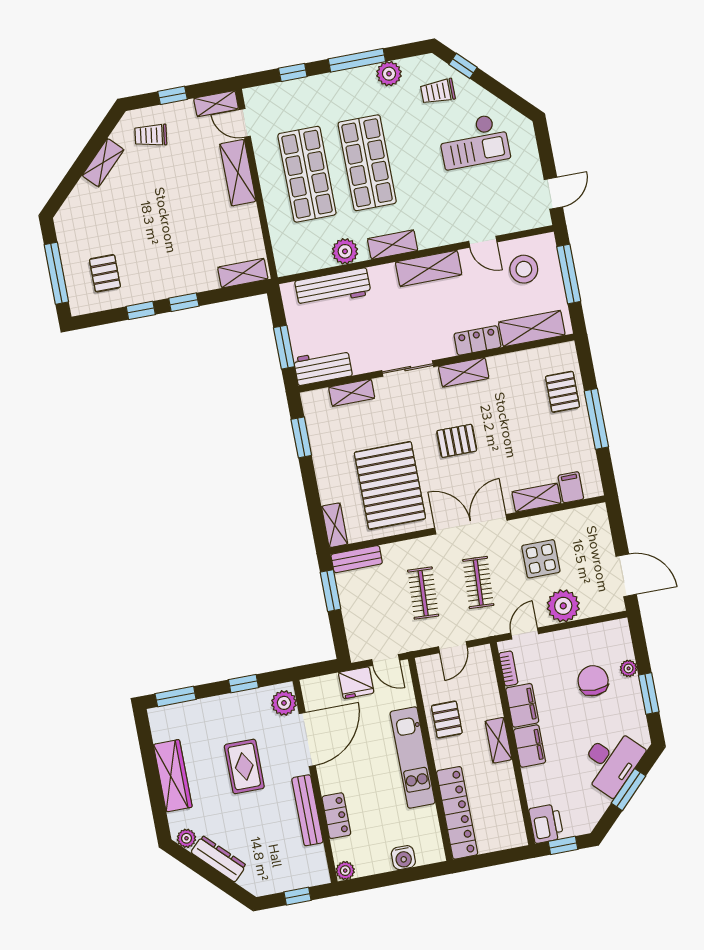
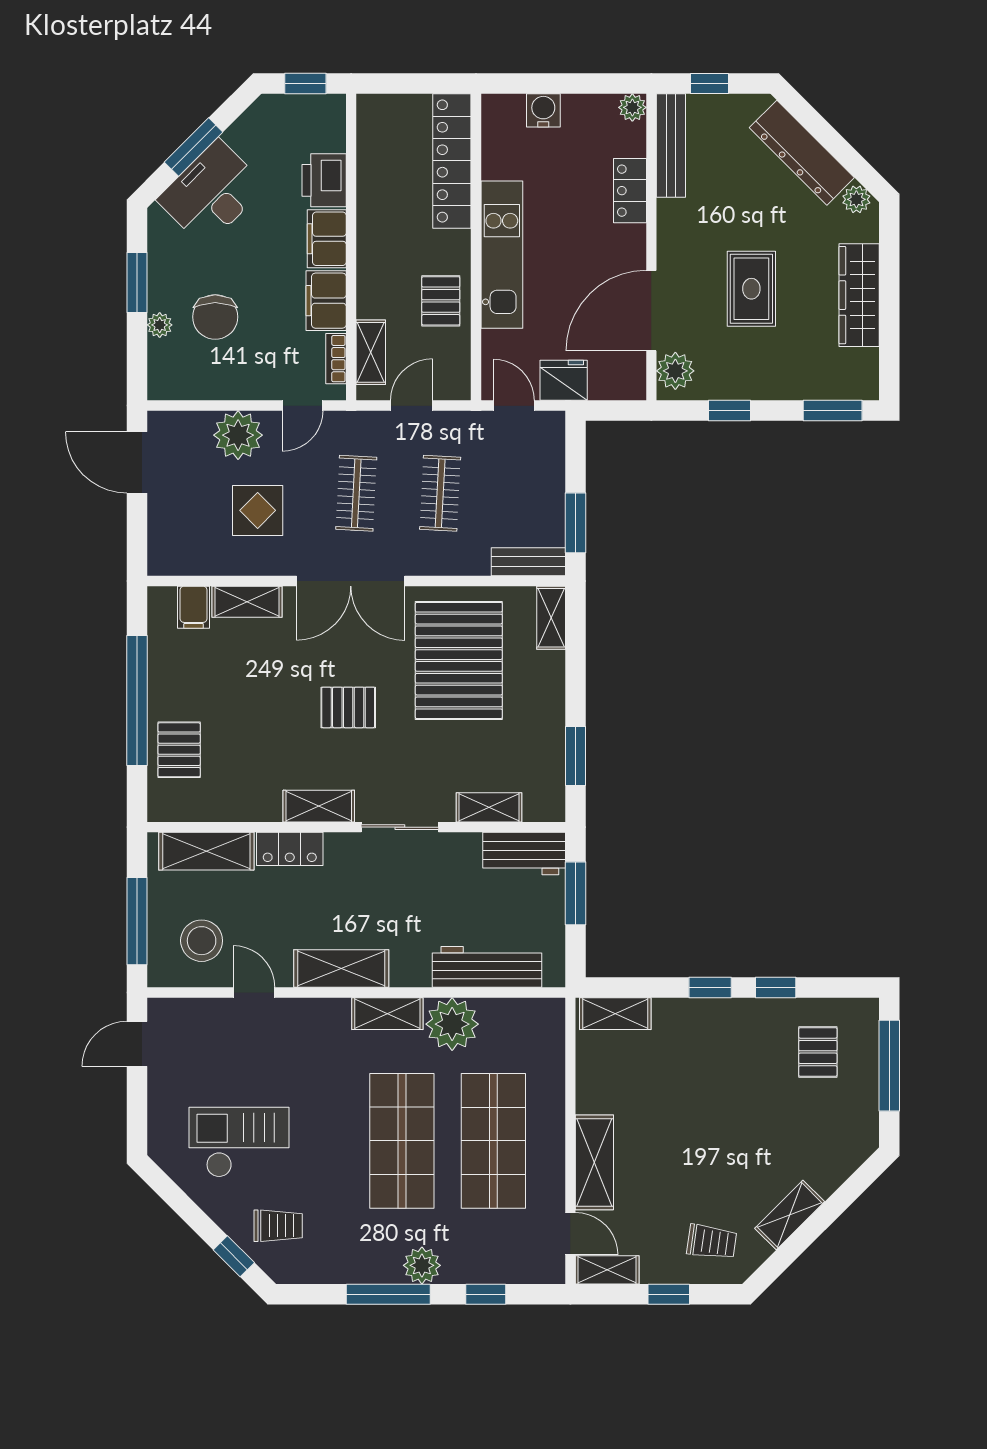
plant: (389, 74) -> (422, 1265), moved
plant: (345, 251) -> (452, 1024), width x1.36, depth x1.36
window: (596, 419) -> (137, 700), width x1.46
shelving: (498, 740) -> (371, 352), moved
bench: (307, 810) -> (671, 145), moved
printer: (546, 824) -> (324, 180), moved
dresser: (219, 859) -> (802, 153), width x1.37, depth x1.24

